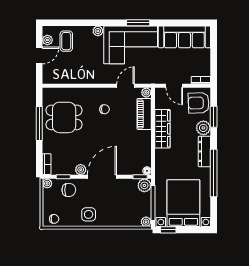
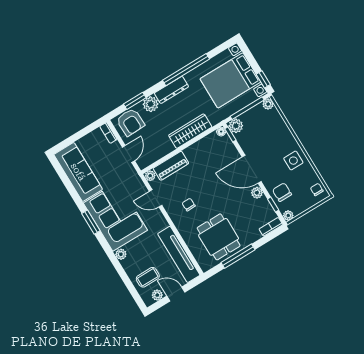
tv unit: (69, 77) -> (179, 254), added
wardrobe: (162, 129) -> (190, 131), moved

